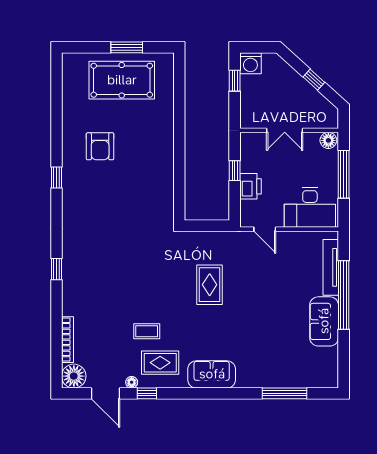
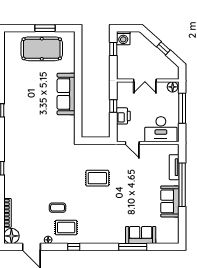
armchair: (100, 146) -> (28, 91), removed
sofa: (160, 152) -> (66, 94), added
tv unit: (331, 267) -> (174, 167), width x0.71
rug: (210, 285) -> (97, 178), turned 90
sofa: (212, 374) -> (141, 235), moved
window: (147, 393) -> (74, 247), moved
window: (284, 393) -> (133, 247), moved

